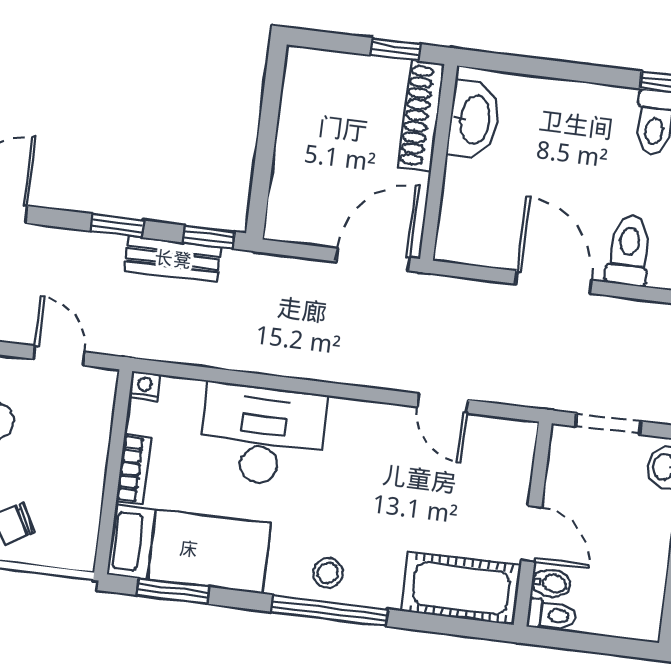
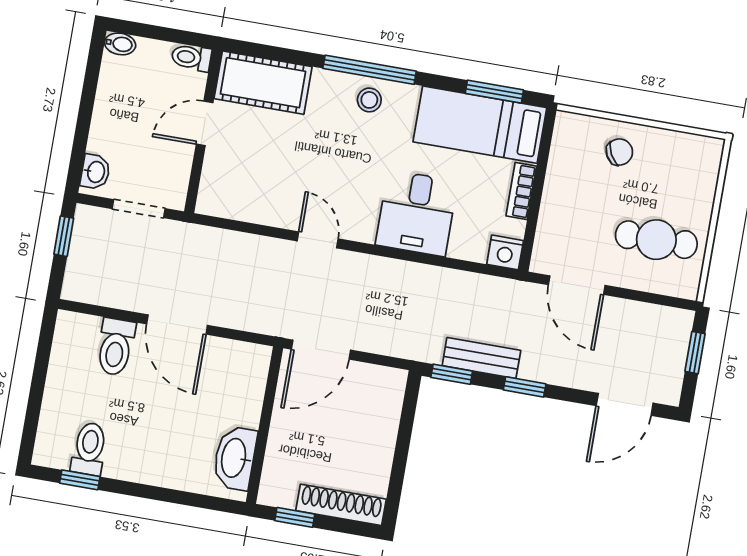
shoe rack: (421, 116) -> (341, 505), moved, turned -90
door: (59, 355) -> (577, 285), width x1.37
nightstand: (145, 386) -> (505, 252), width x1.39, depth x1.35
door: (443, 403) -> (318, 240), moved
desk: (262, 435) -> (417, 213), width x0.73
door: (531, 534) -> (205, 123), hinge flipped
bidet: (551, 583) -> (120, 44), moved, turned 180

